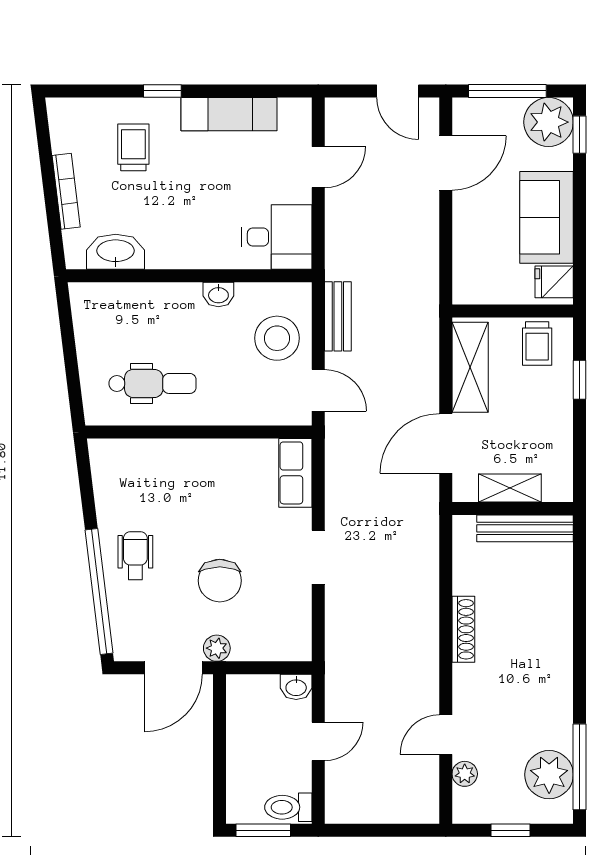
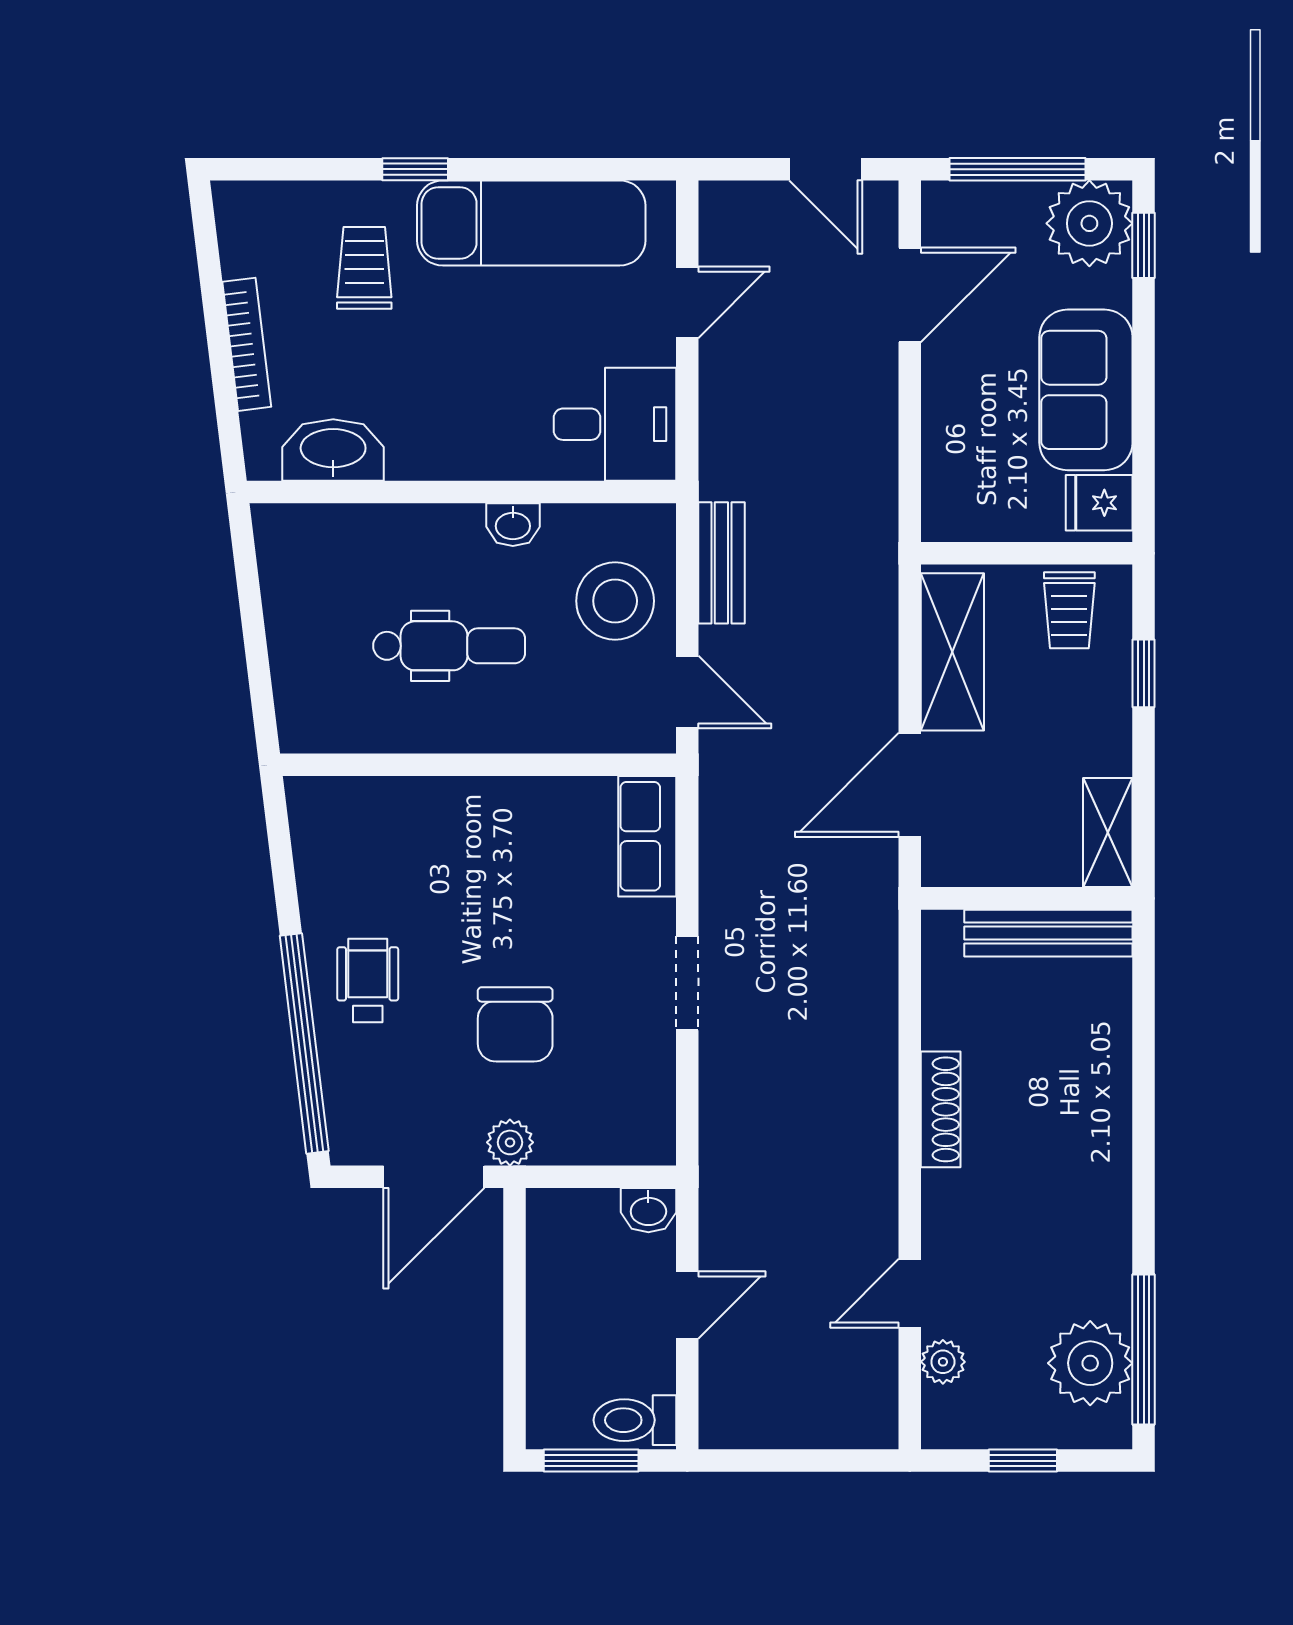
exam couch: (229, 114) -> (531, 223), width x1.36, depth x1.45
dental chair: (152, 383) -> (449, 646), moved
shelving: (510, 488) -> (1108, 833), moved, turned 90

